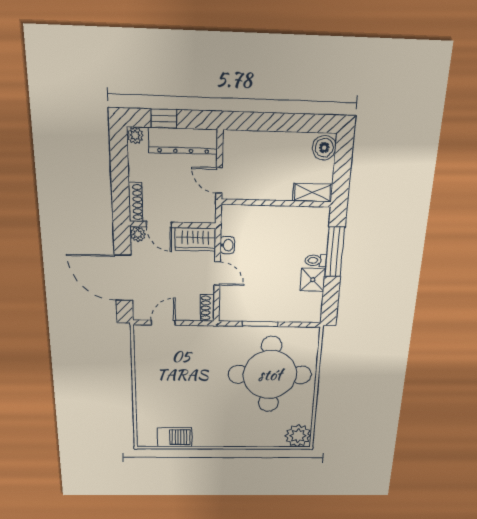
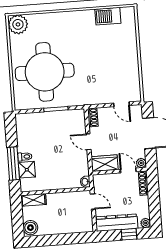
washbasin: (227, 245) -> (85, 182), moved
shower: (313, 280) -> (27, 170), moved
door: (163, 323) -> (121, 104), hinge flipped

